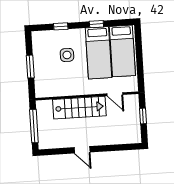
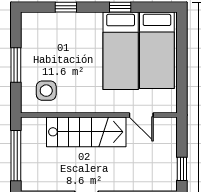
side table: (67, 55) -> (46, 91), moved
window: (143, 116) -> (182, 169), moved

